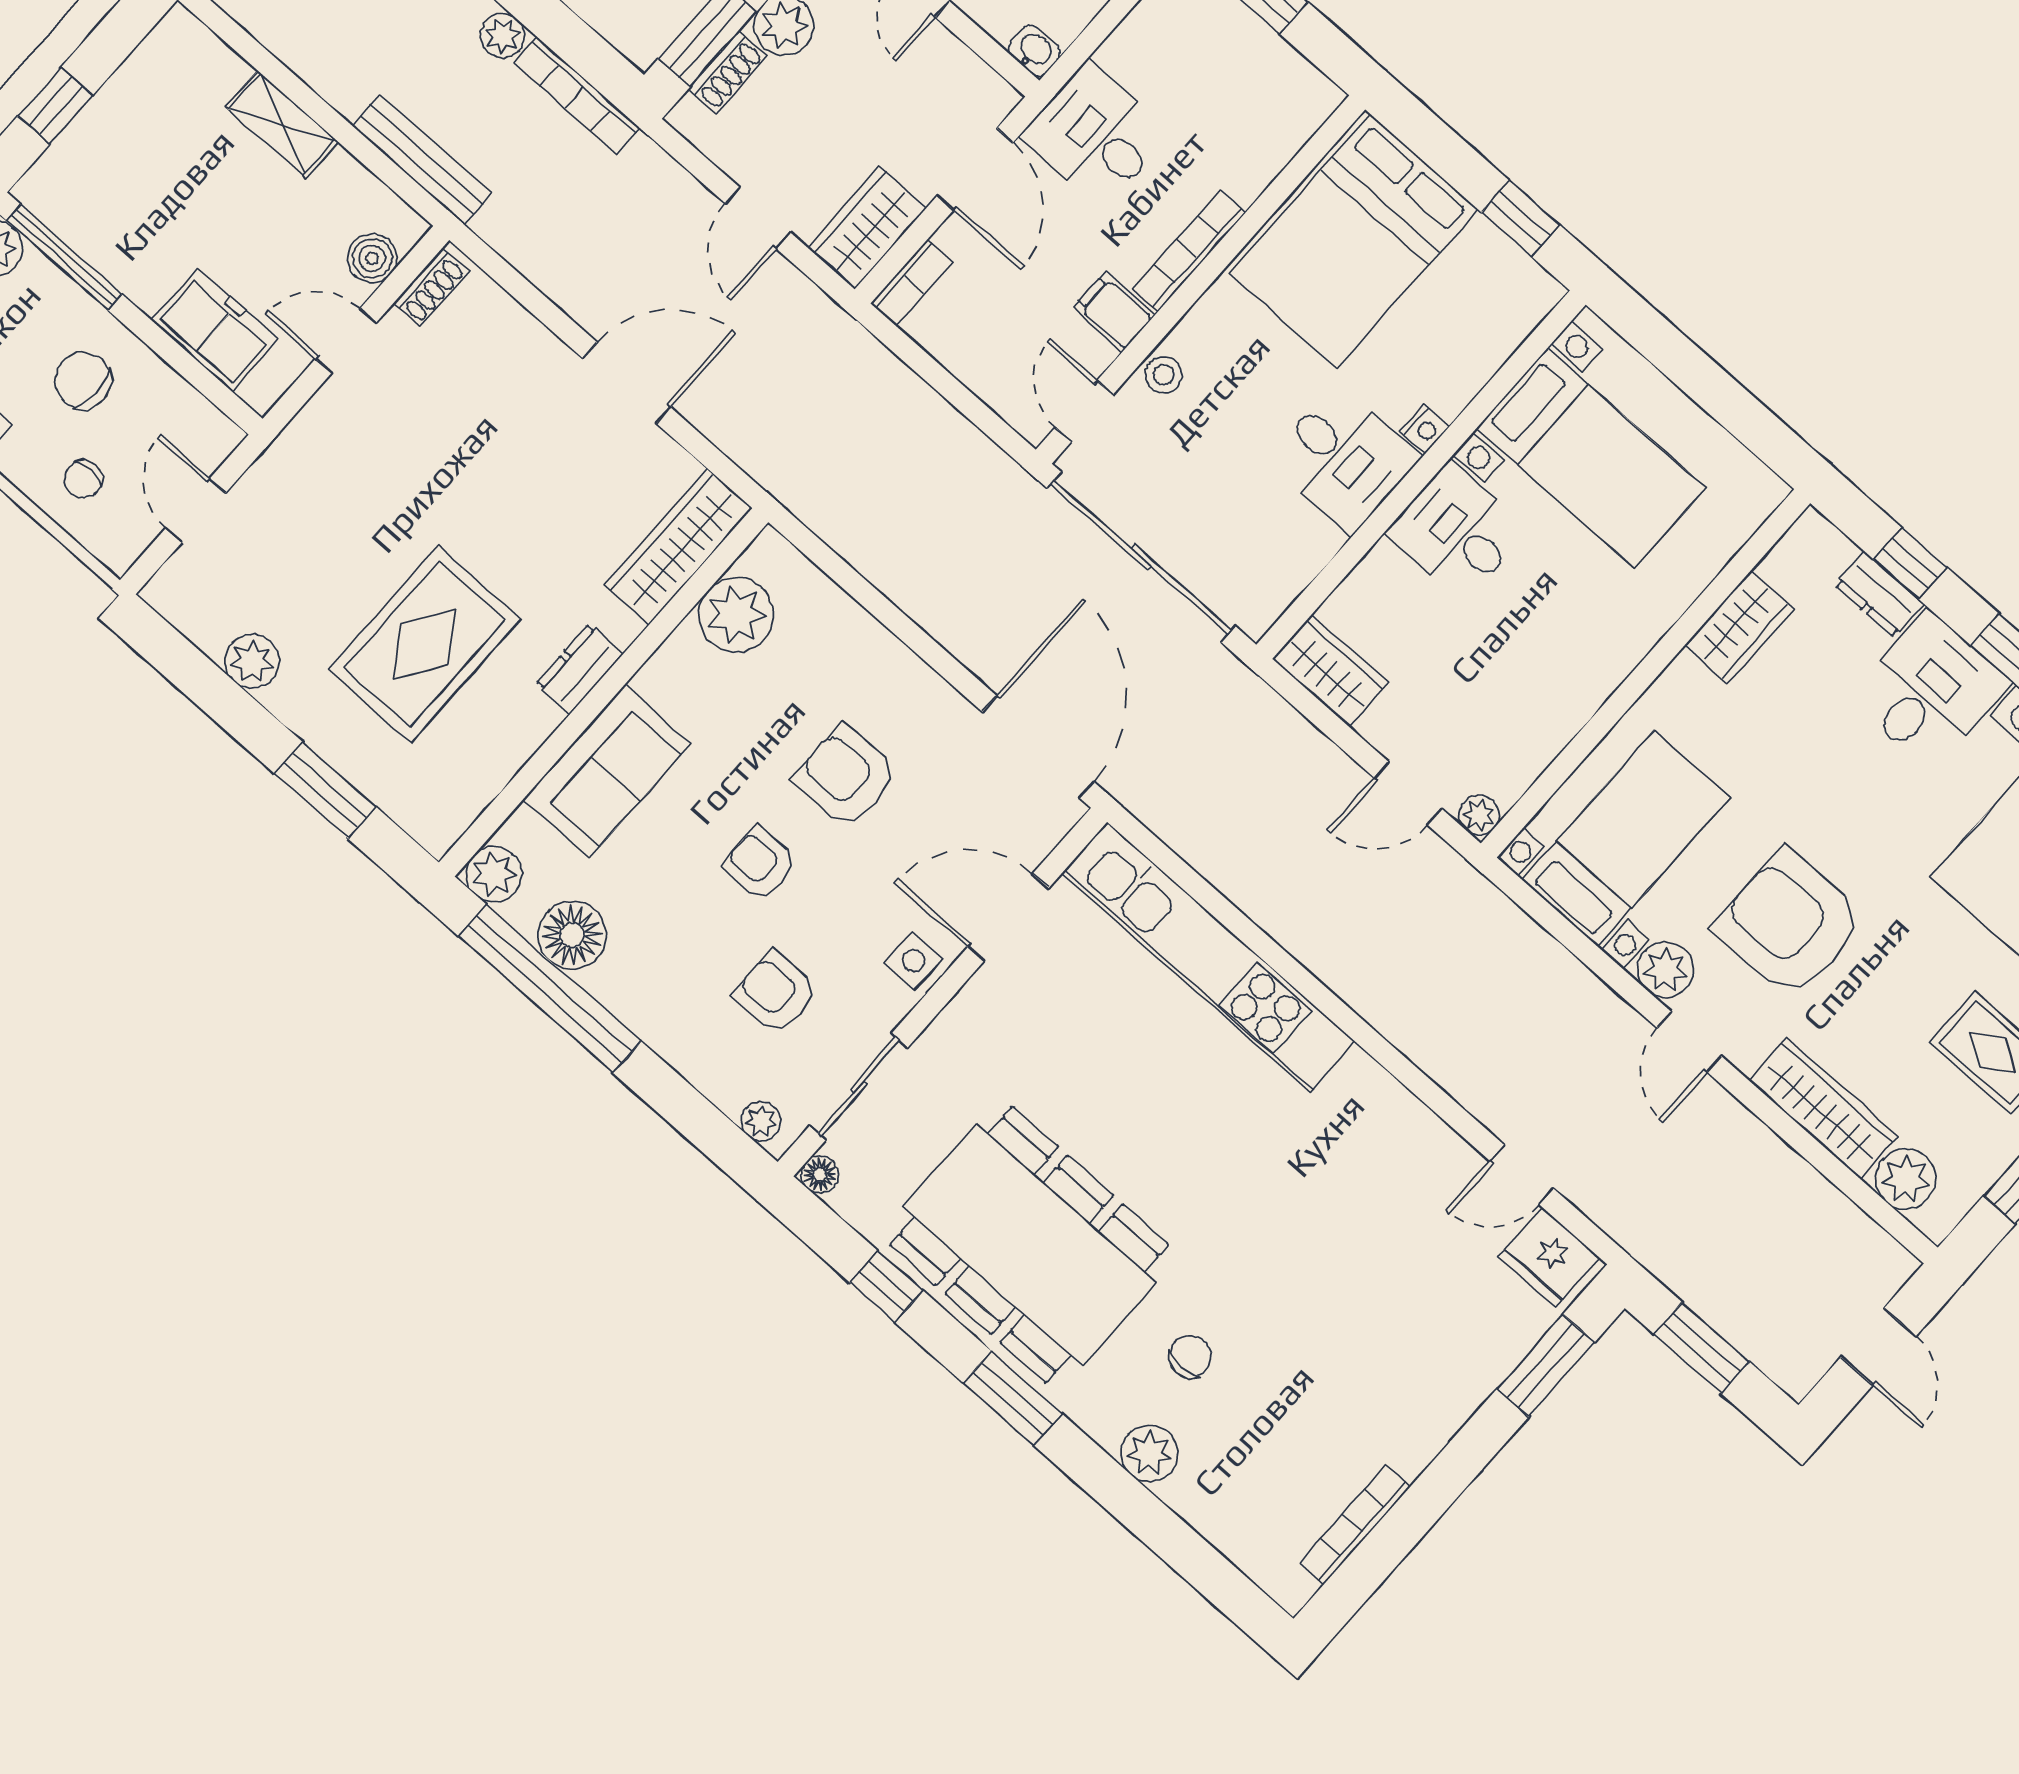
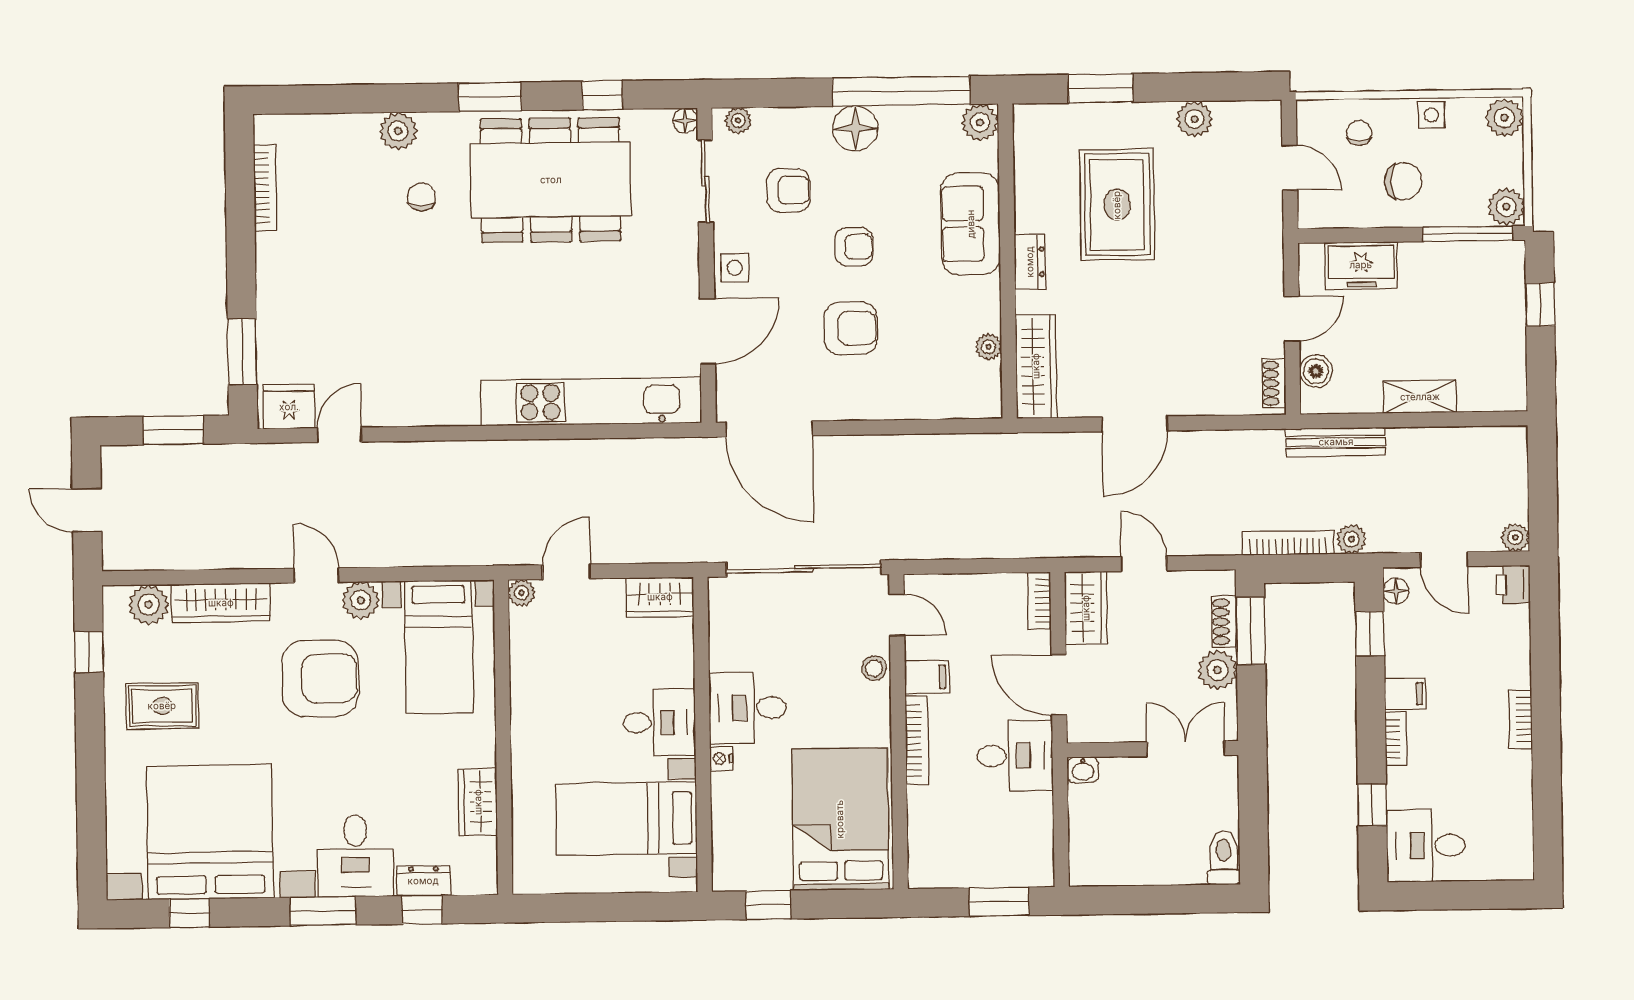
plant: (736, 615) -> (988, 347), width x0.53, depth x0.53
floor lamp: (572, 935) -> (855, 128), moved
chair: (1190, 1357) -> (421, 197), turned 180

